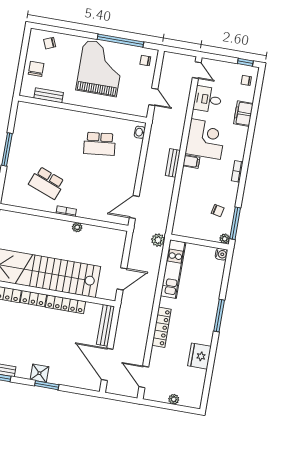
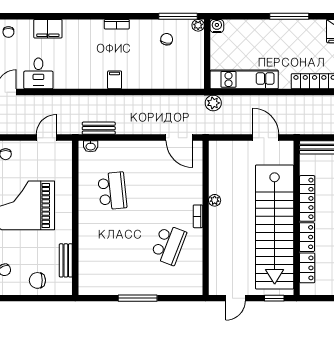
corner desk: (206, 139) -> (85, 68), removed
bench: (173, 163) -> (99, 128), moved

